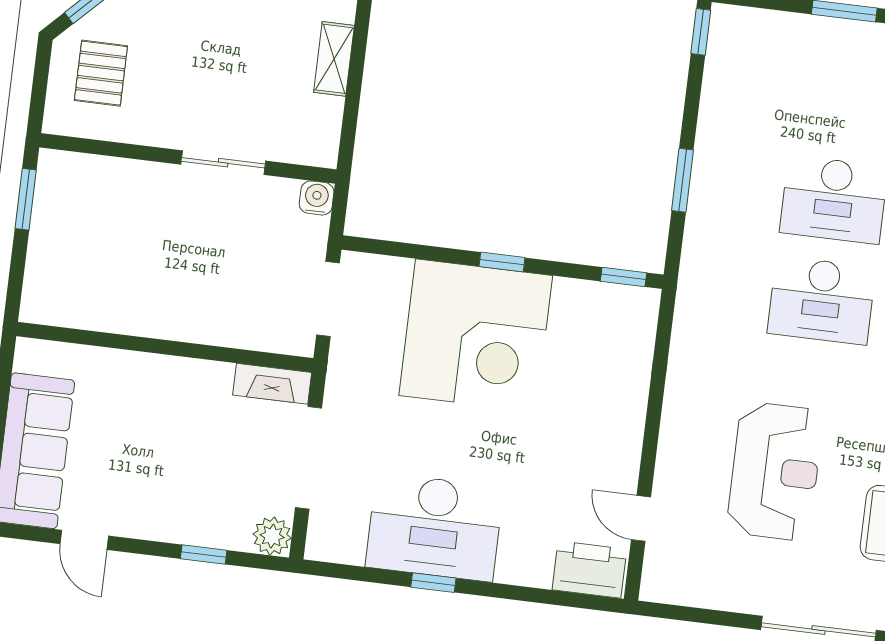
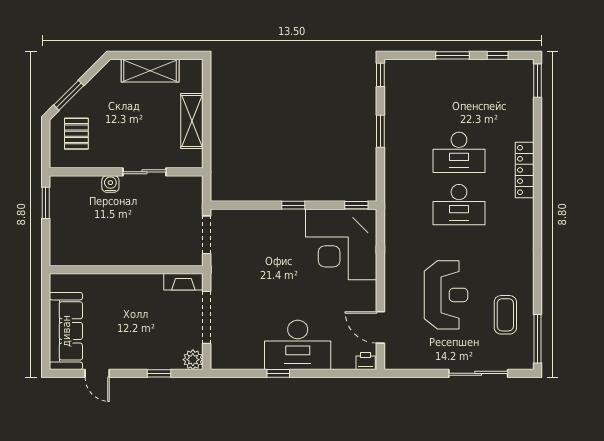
shelving: (334, 59) -> (192, 121), width x1.50, depth x1.33
window: (682, 180) -> (380, 131), moved
water cooler: (317, 198) -> (110, 184), moved
corner desk: (476, 335) -> (341, 244), moved, turned 90
door: (641, 518) -> (380, 327), width x1.37
desk: (434, 527) -> (298, 345), moved
printer: (589, 570) -> (366, 361), width x0.53, depth x0.68

